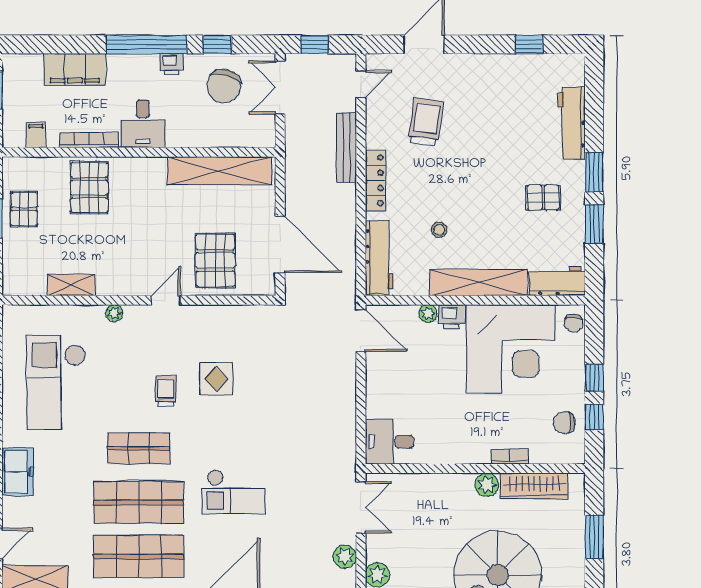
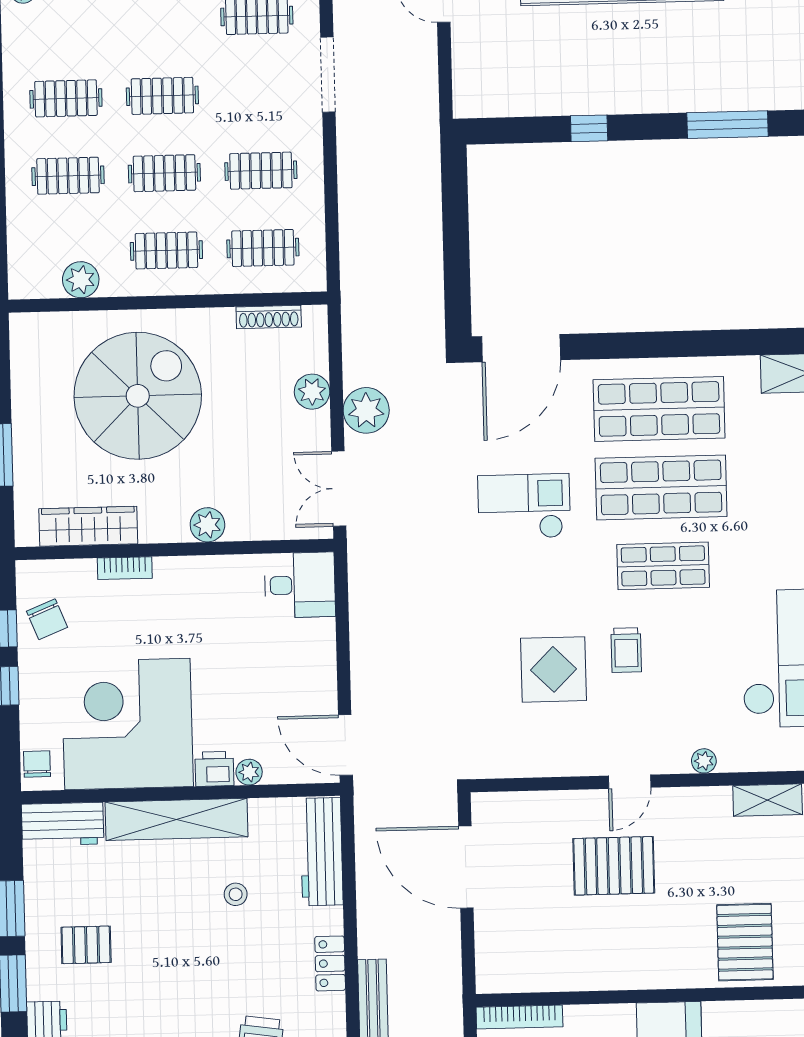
bookcase: (89, 140) -> (519, 1017), moved
shelving: (220, 171) -> (556, 971), removed
locker: (375, 180) -> (330, 963), width x0.66
pallet: (215, 260) -> (614, 866), moved, turned 90
display table: (216, 379) -> (553, 669), width x1.36, depth x1.36
chair: (564, 423) -> (47, 619), turned 68
plant: (487, 485) -> (207, 525), moved
plant: (345, 557) -> (366, 410), width x1.36, depth x1.36

